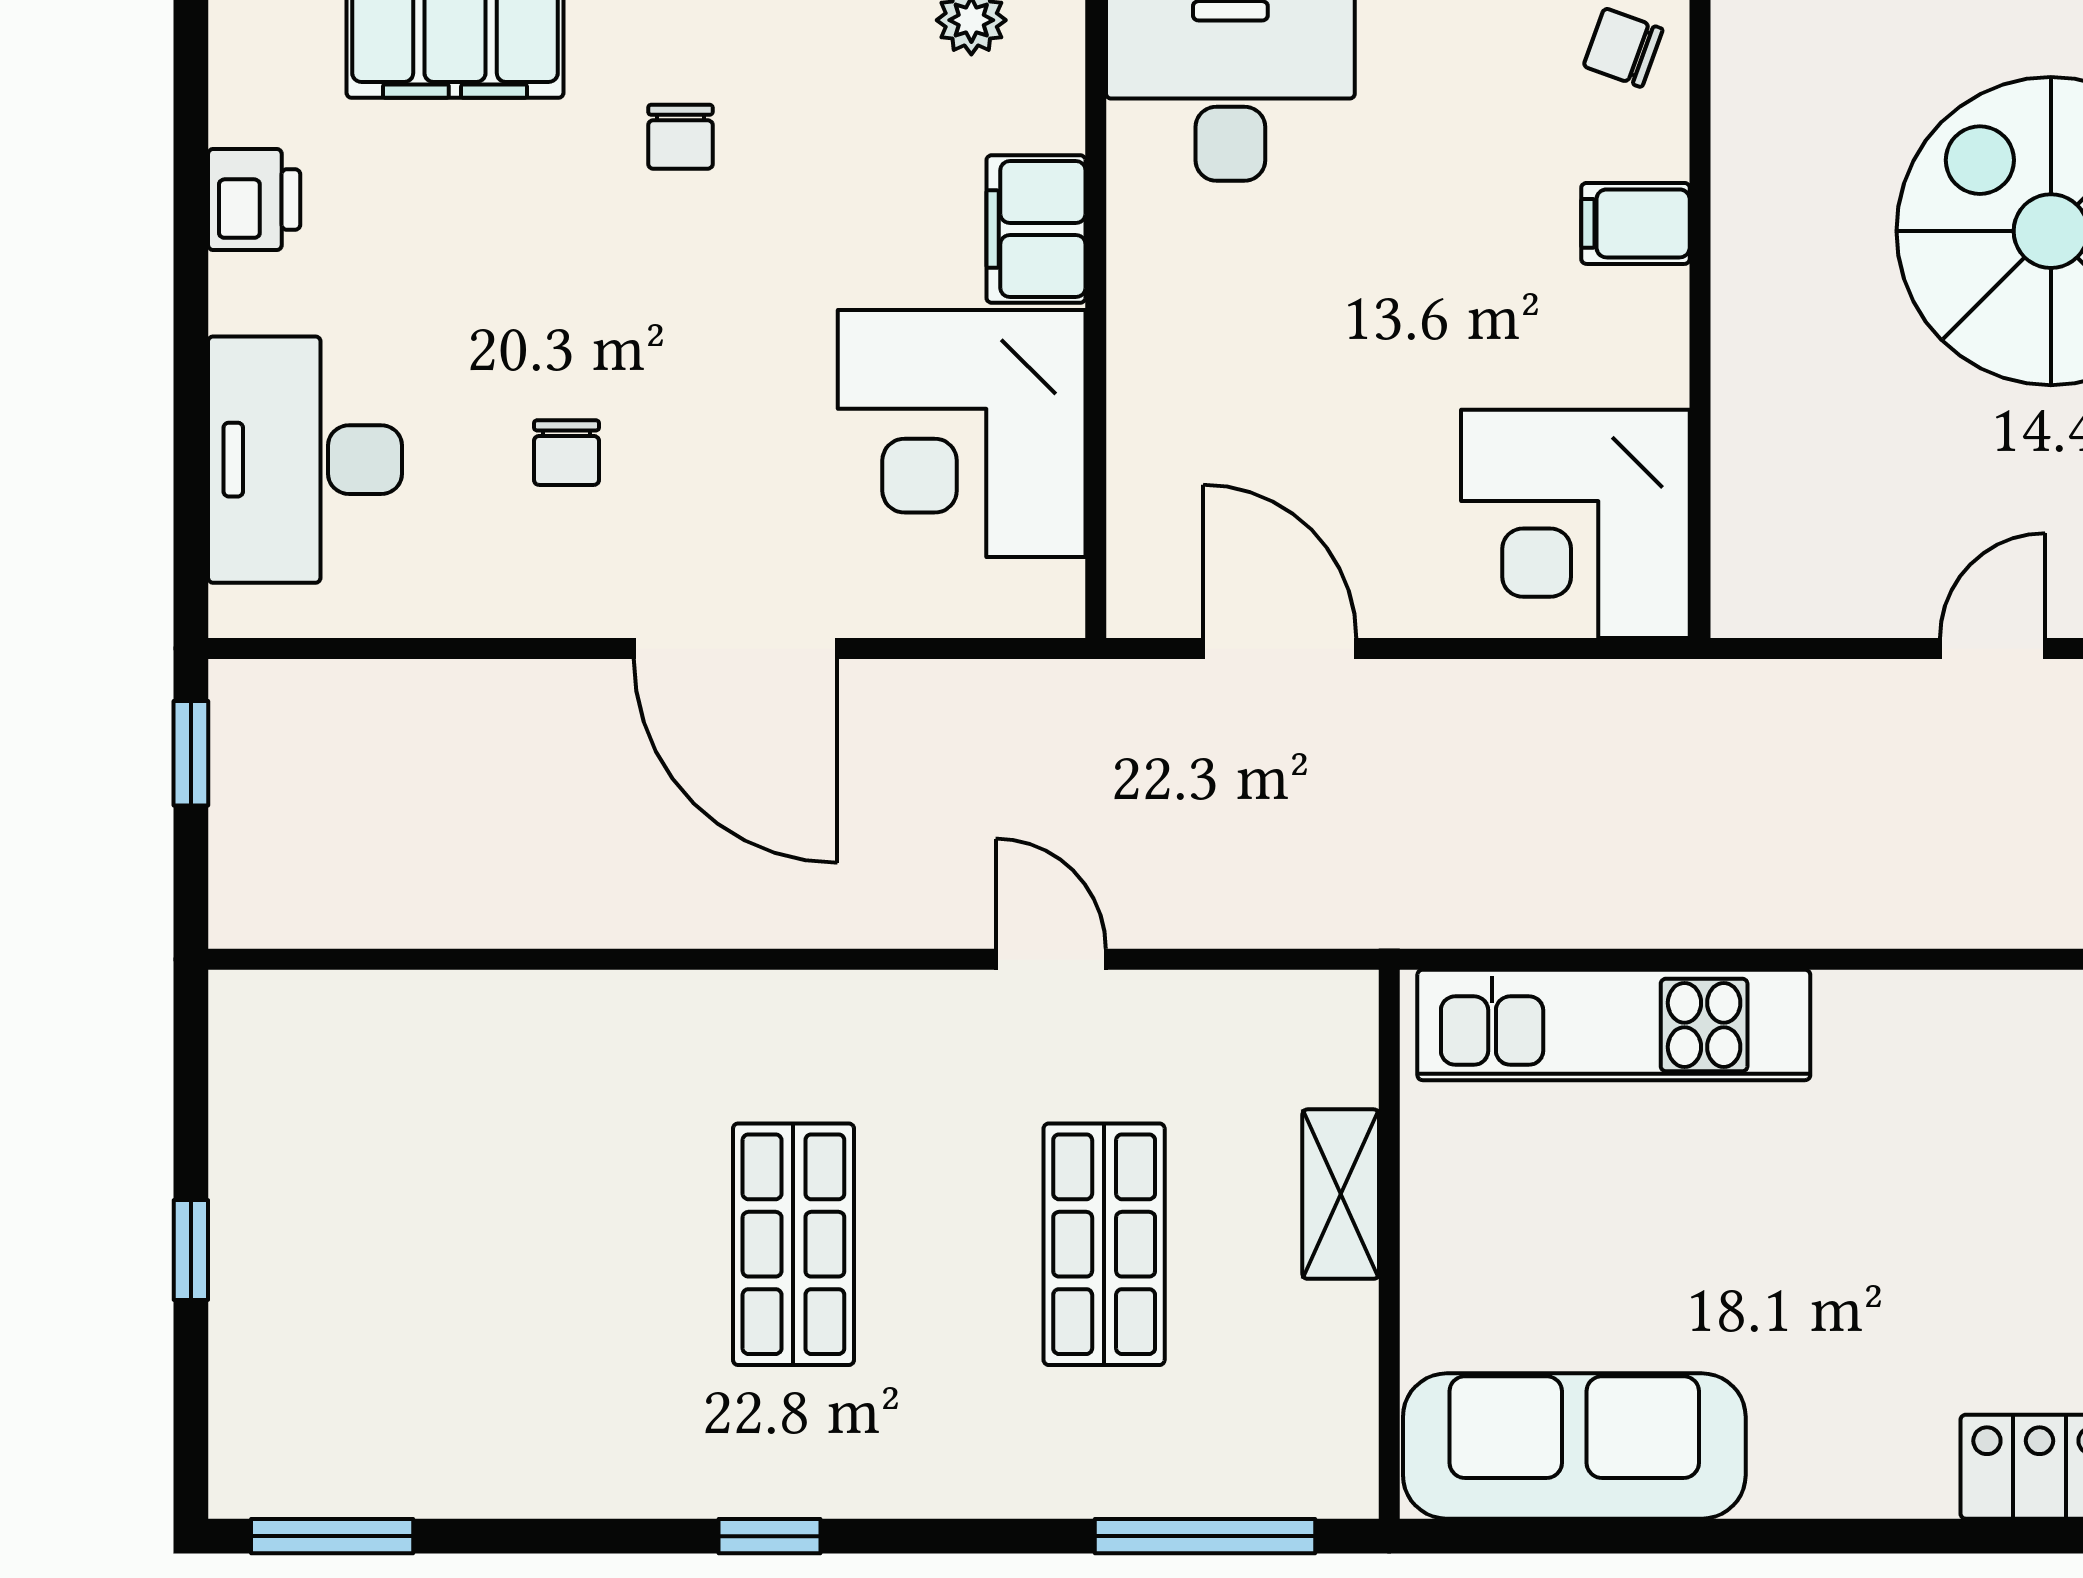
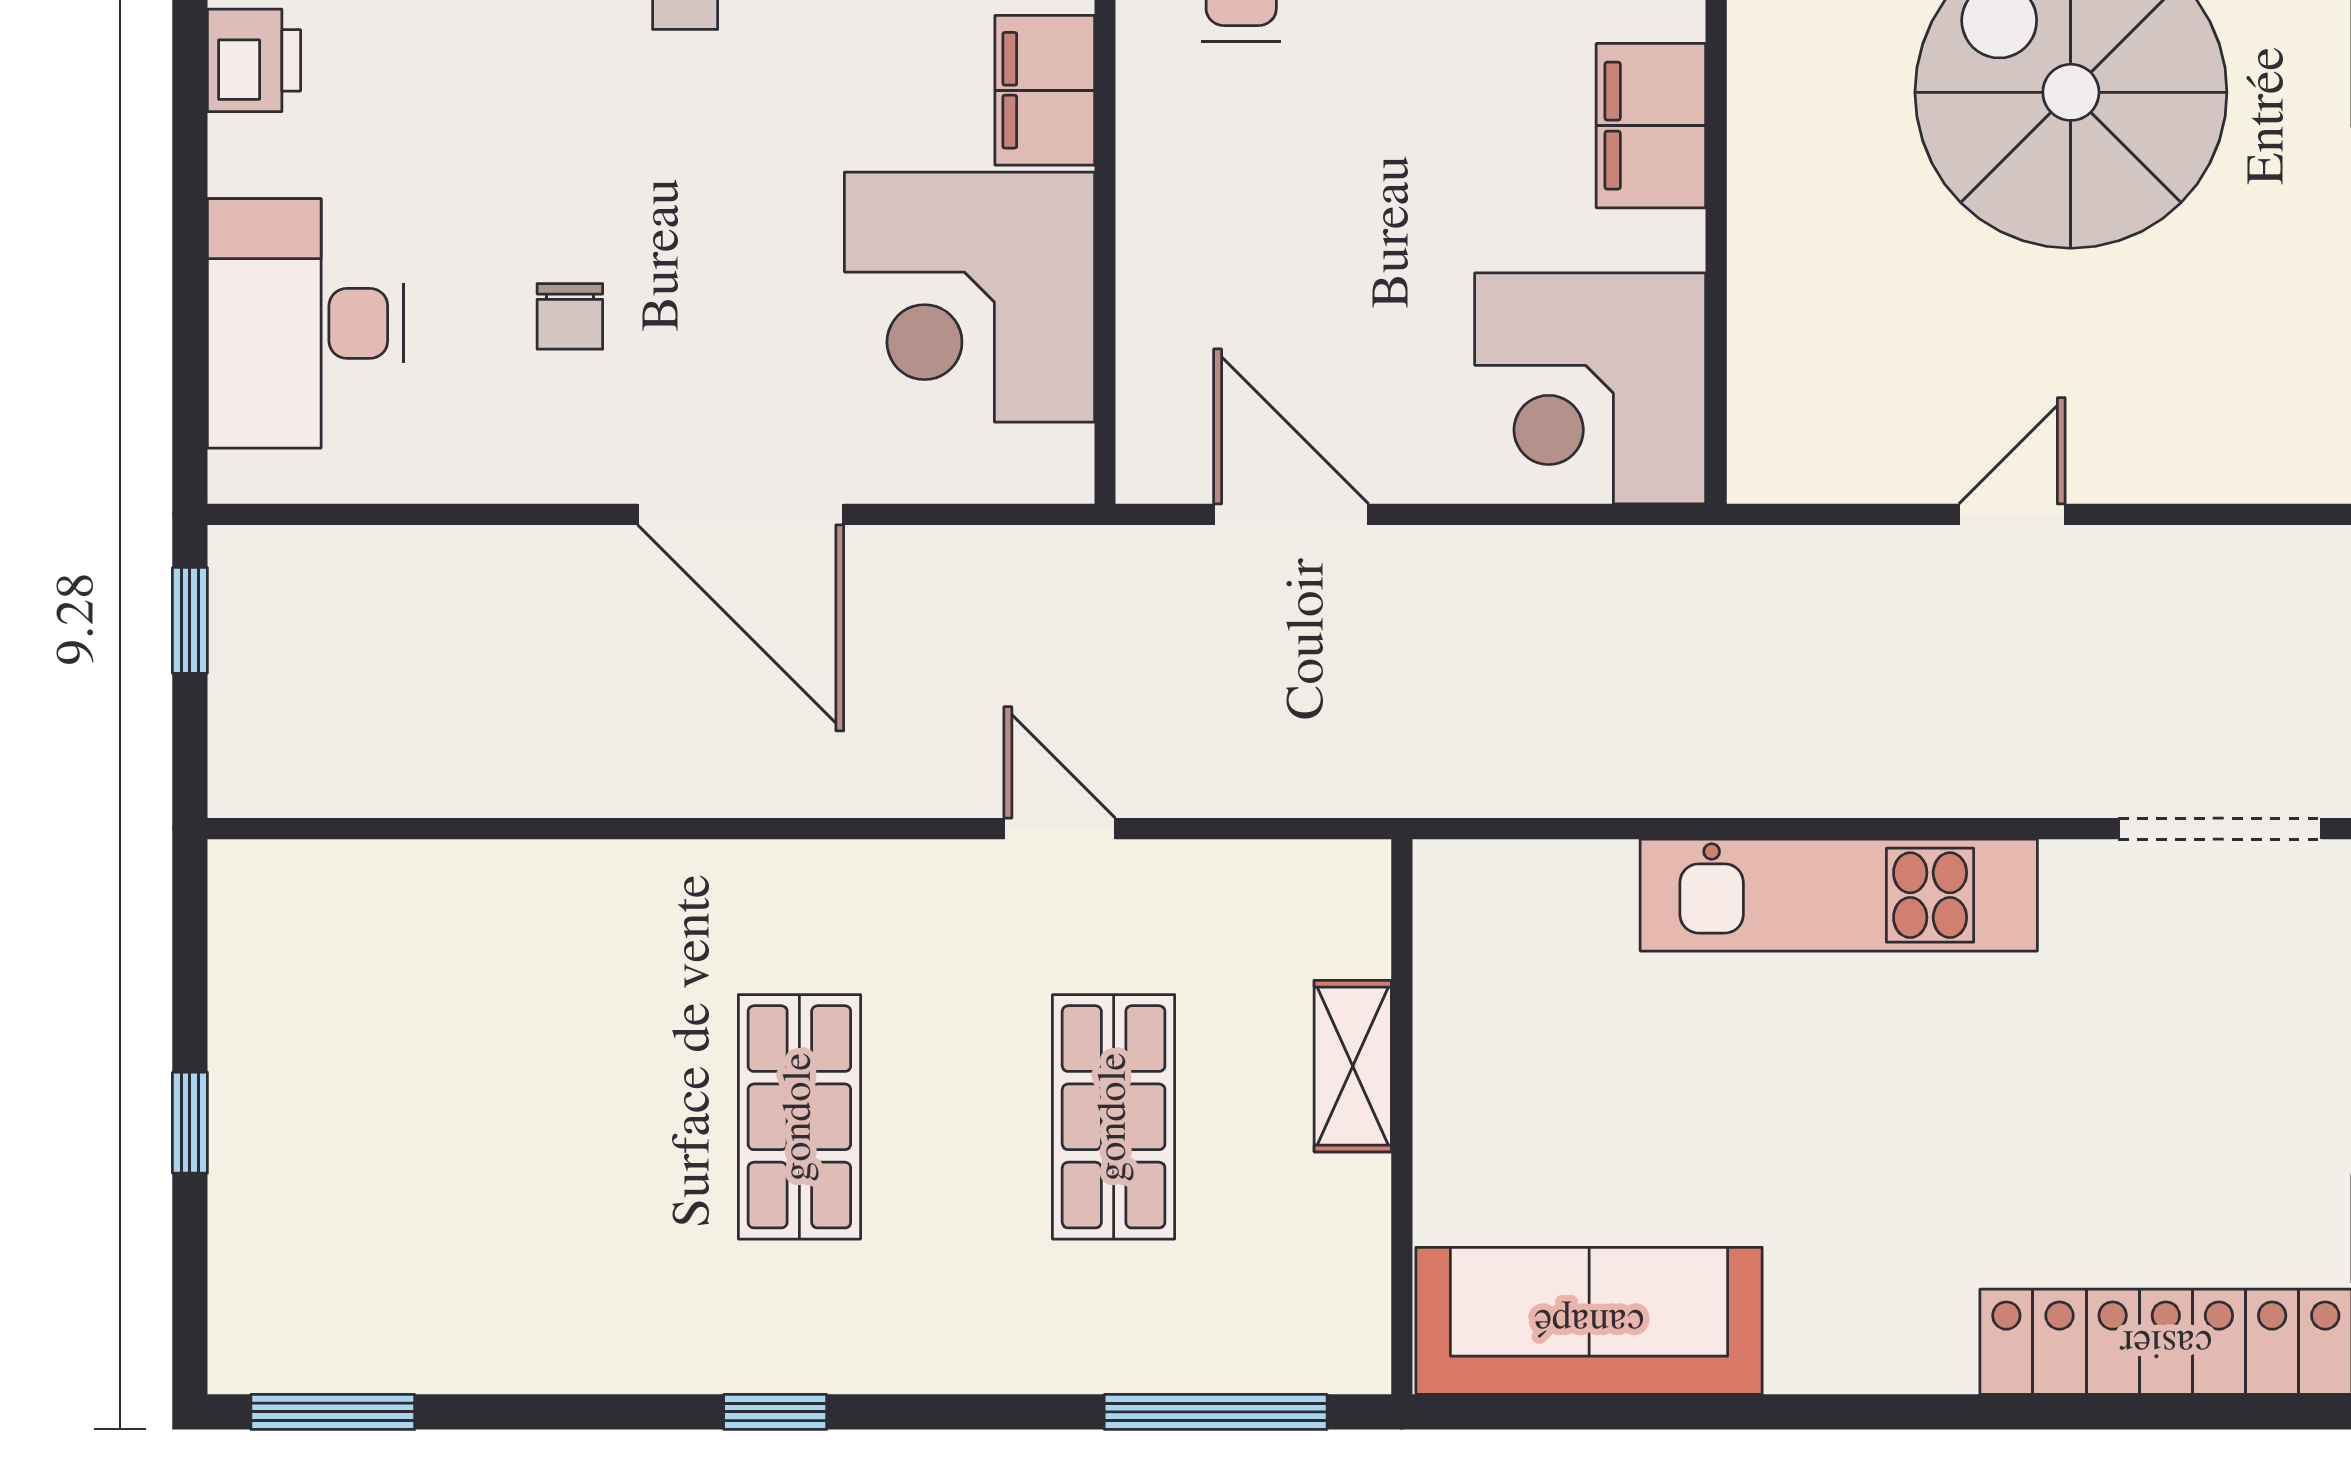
filing cabinet: (1636, 223) -> (1651, 126), width x2.00
kitchen unit: (1614, 1025) -> (1839, 895), moved

